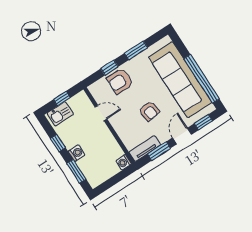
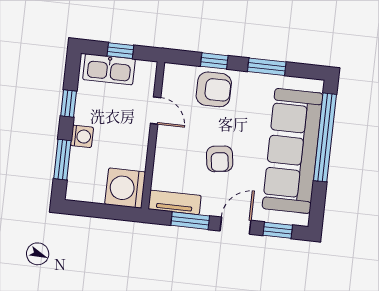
window: (202, 79) -> (325, 137), moved
armchair: (120, 81) -> (214, 89), turned 180
kitchen sink: (60, 114) -> (109, 69), width x1.38
washing machine: (124, 162) -> (125, 188), width x1.89, depth x1.89

